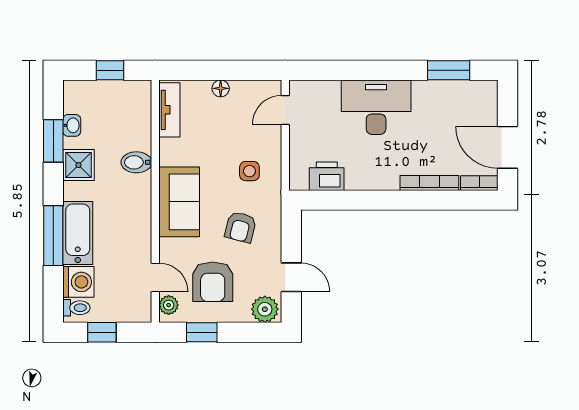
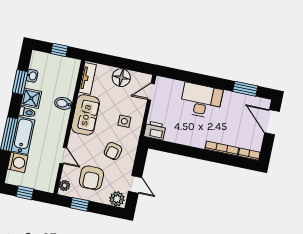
floor lamp: (221, 88) -> (121, 78), width x1.89, depth x1.89
door: (508, 147) -> (272, 122), moved
printer: (327, 176) -> (155, 131), moved
sofa: (179, 202) -> (85, 115), moved
door: (155, 277) -> (63, 156), moved
toilet: (76, 308) -> (27, 112), moved

